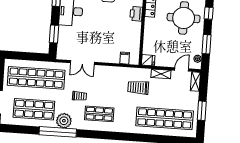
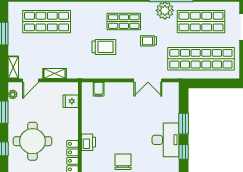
window: (54, 34) -> (184, 124), moved
fridge: (148, 60) -> (71, 101), moved
double door: (82, 63) -> (148, 80), swing flipped
trolley: (138, 88) -> (104, 47), moved
shop shelf: (165, 118) -> (47, 22), width x0.71

